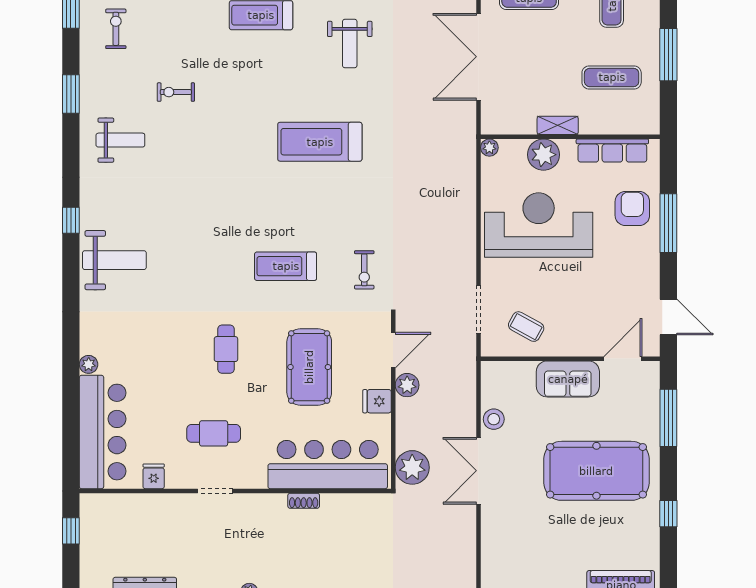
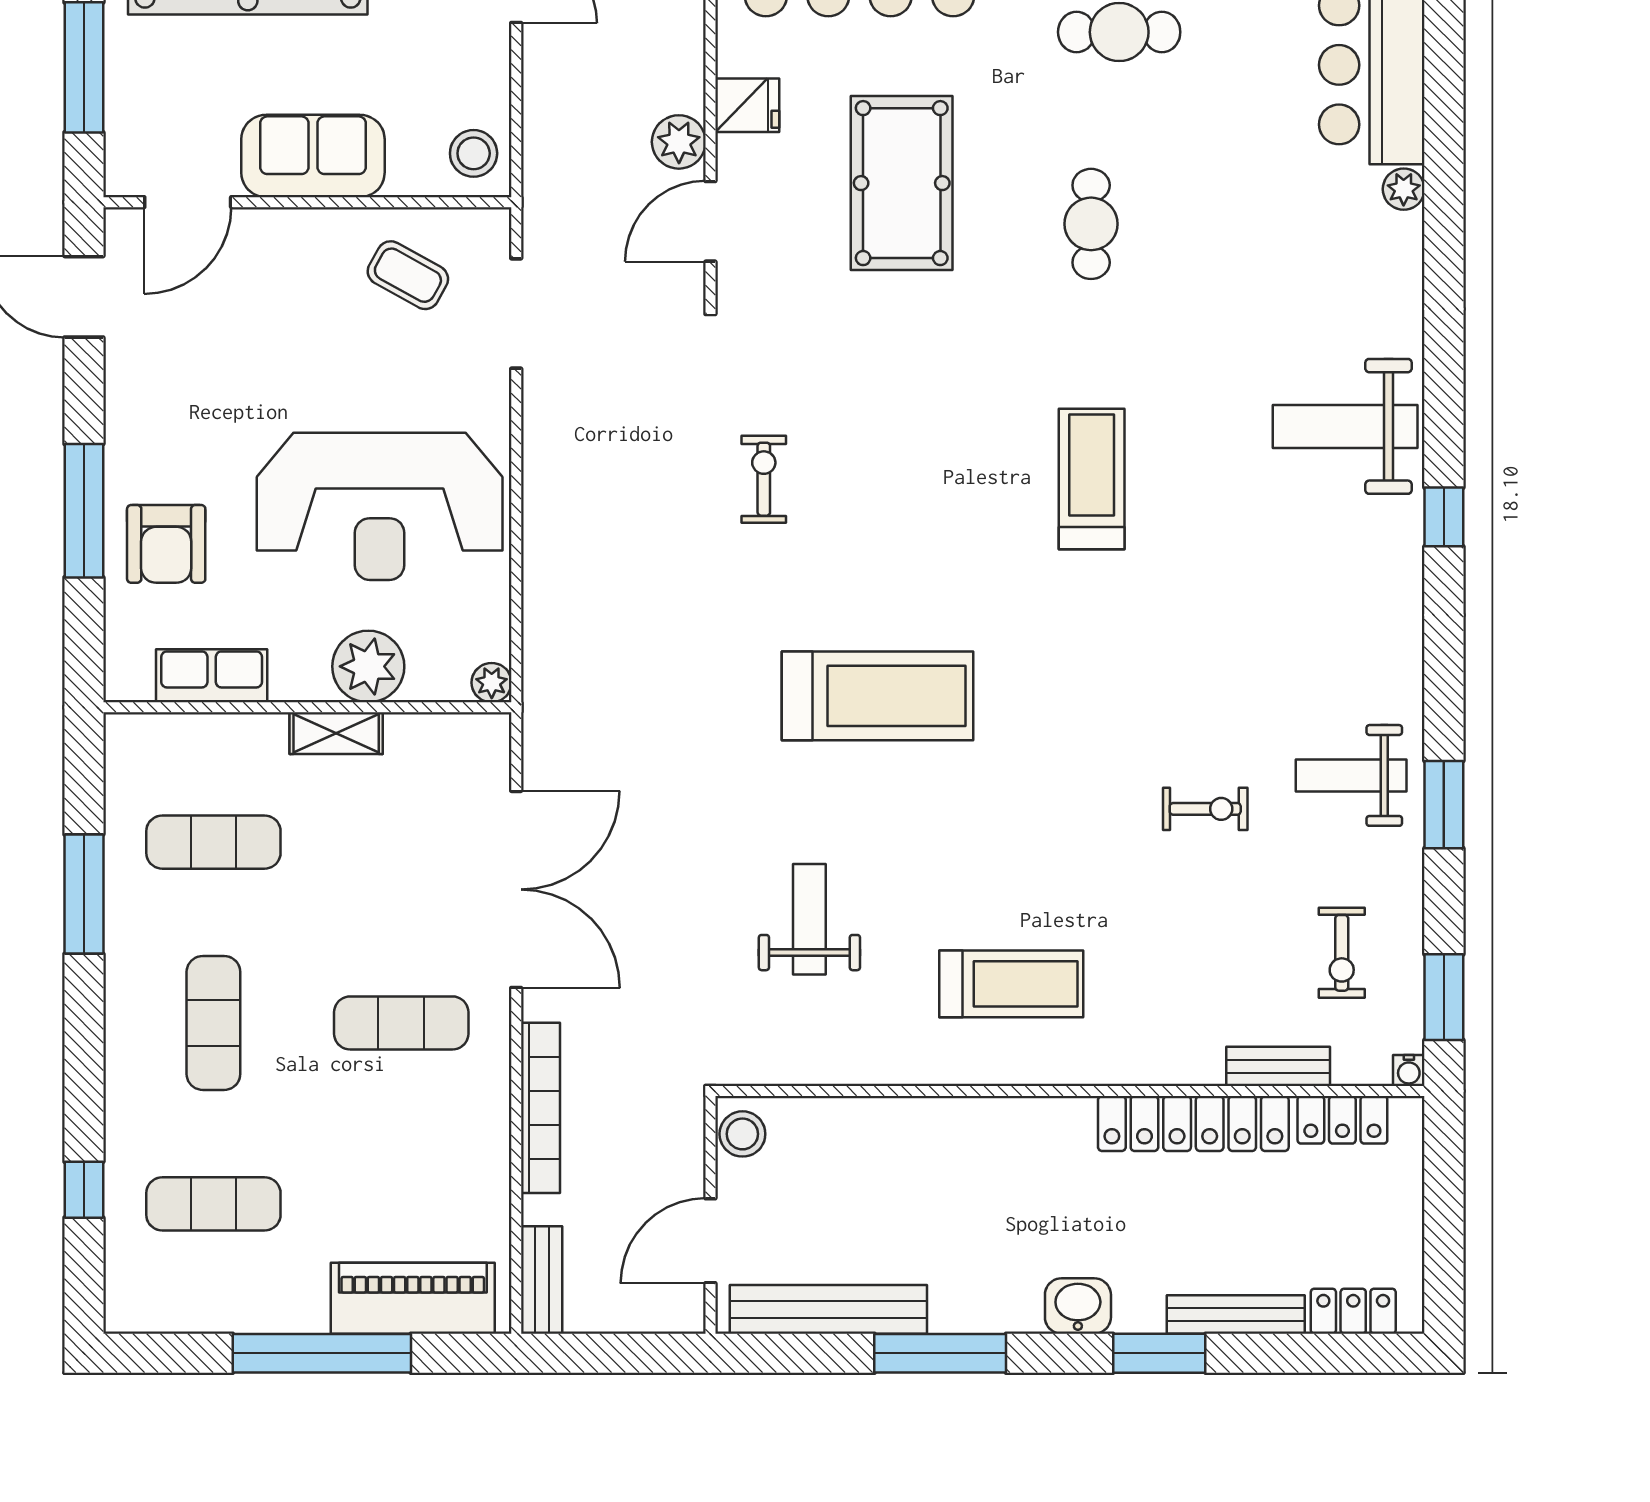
weight bench: (120, 140) -> (1351, 775), moved
row of seats: (612, 151) -> (212, 676), width x0.68
treadmill: (286, 266) -> (1092, 479), moved, turned -90
exercise bike: (364, 270) -> (764, 479), moved
stool: (494, 419) -> (474, 153), moved

